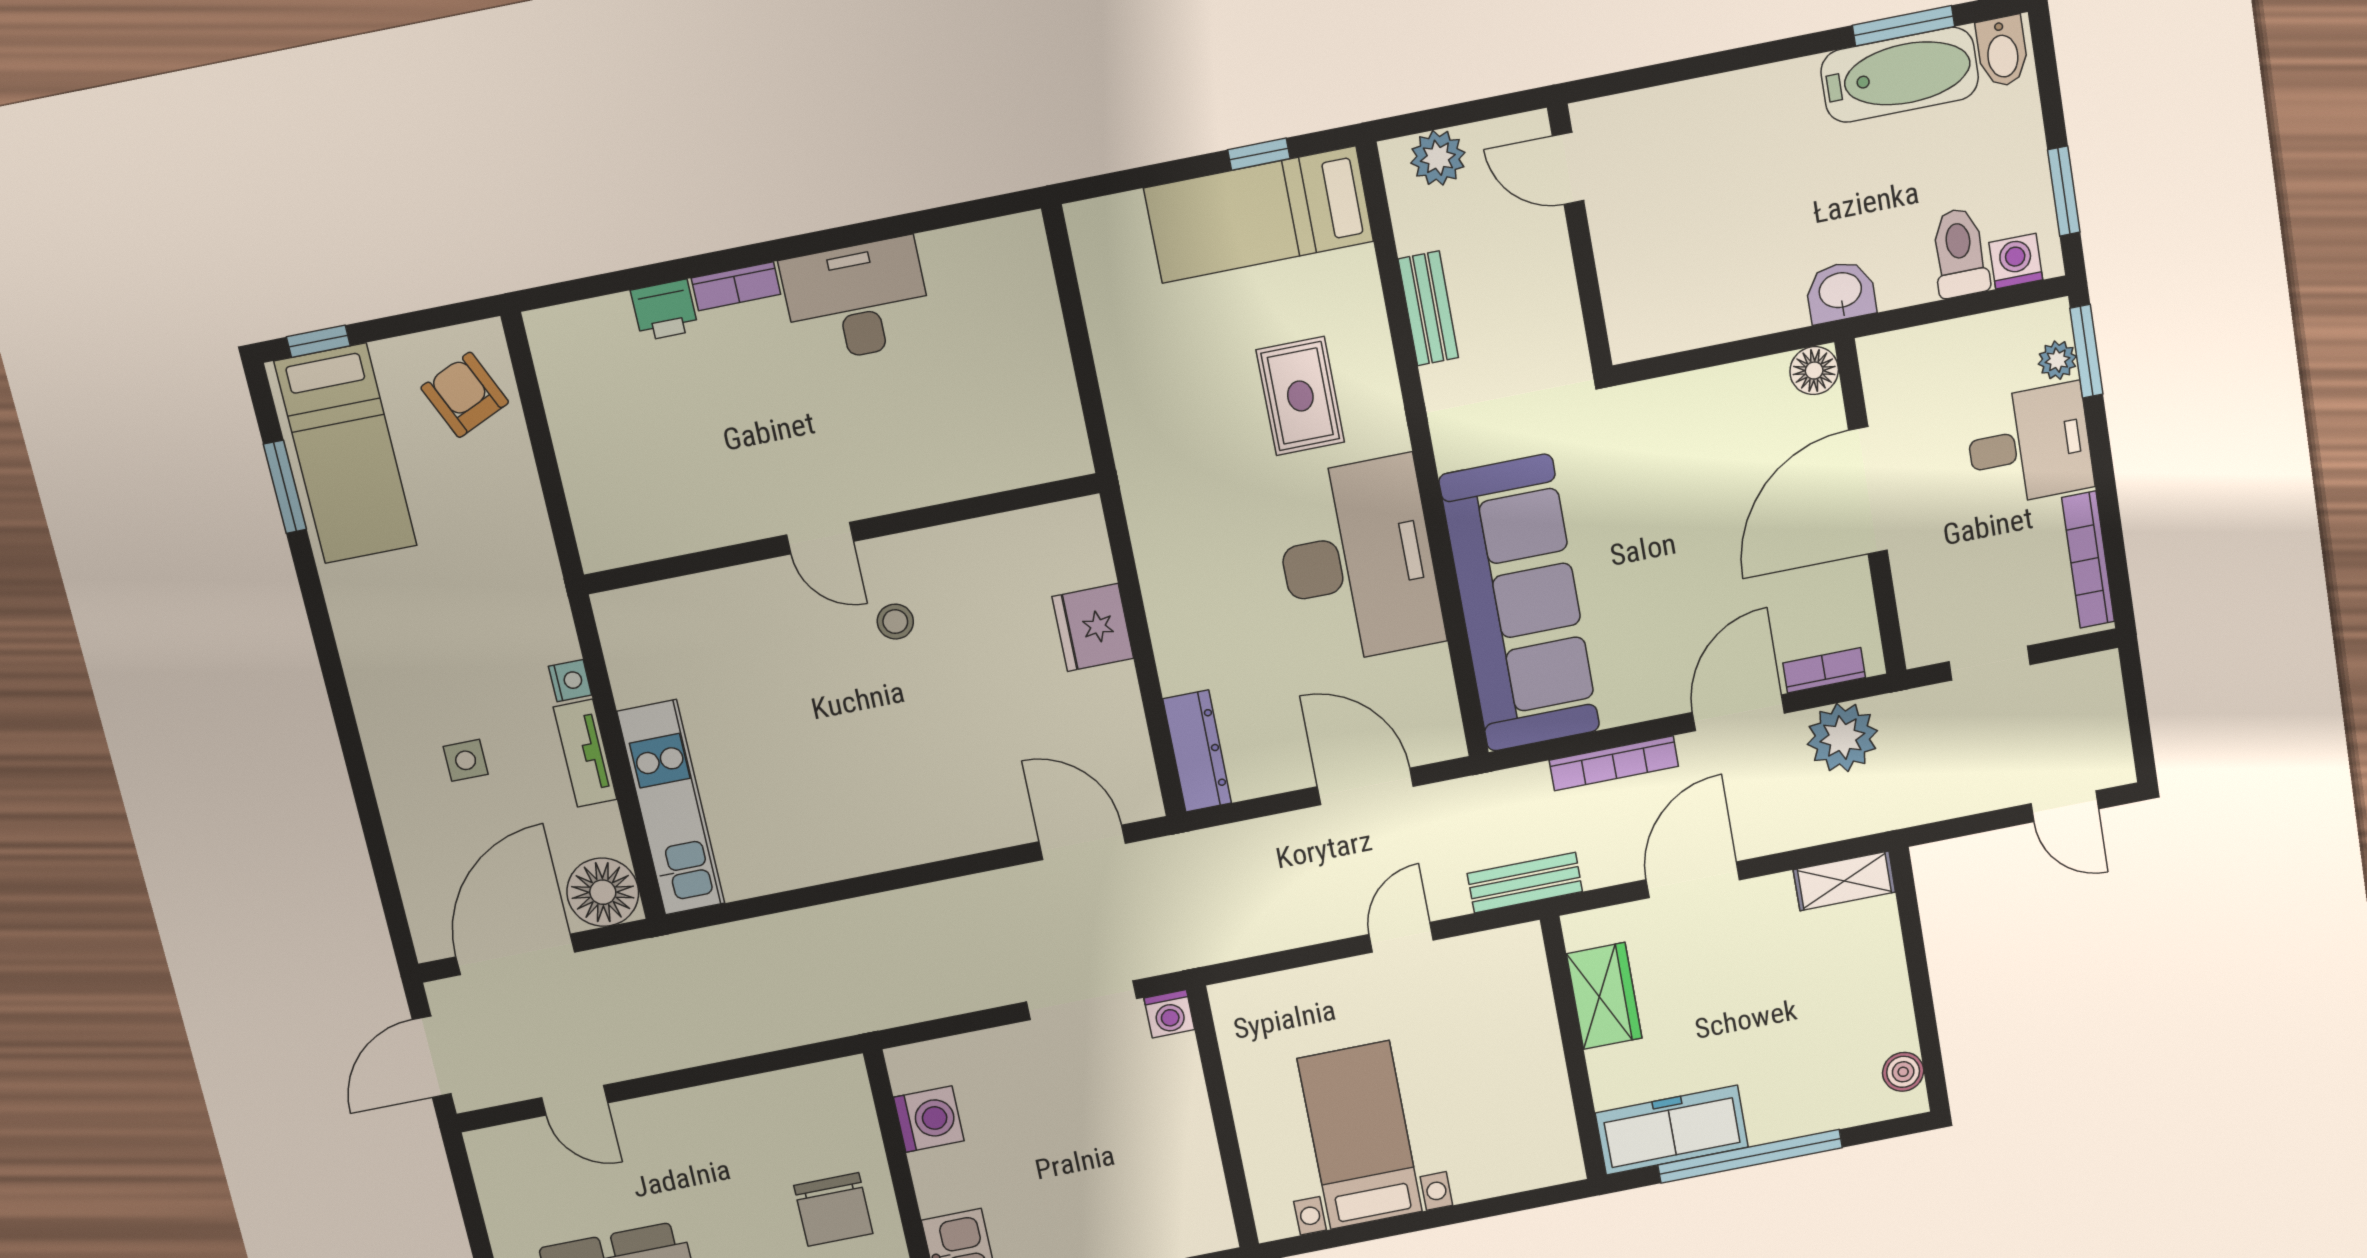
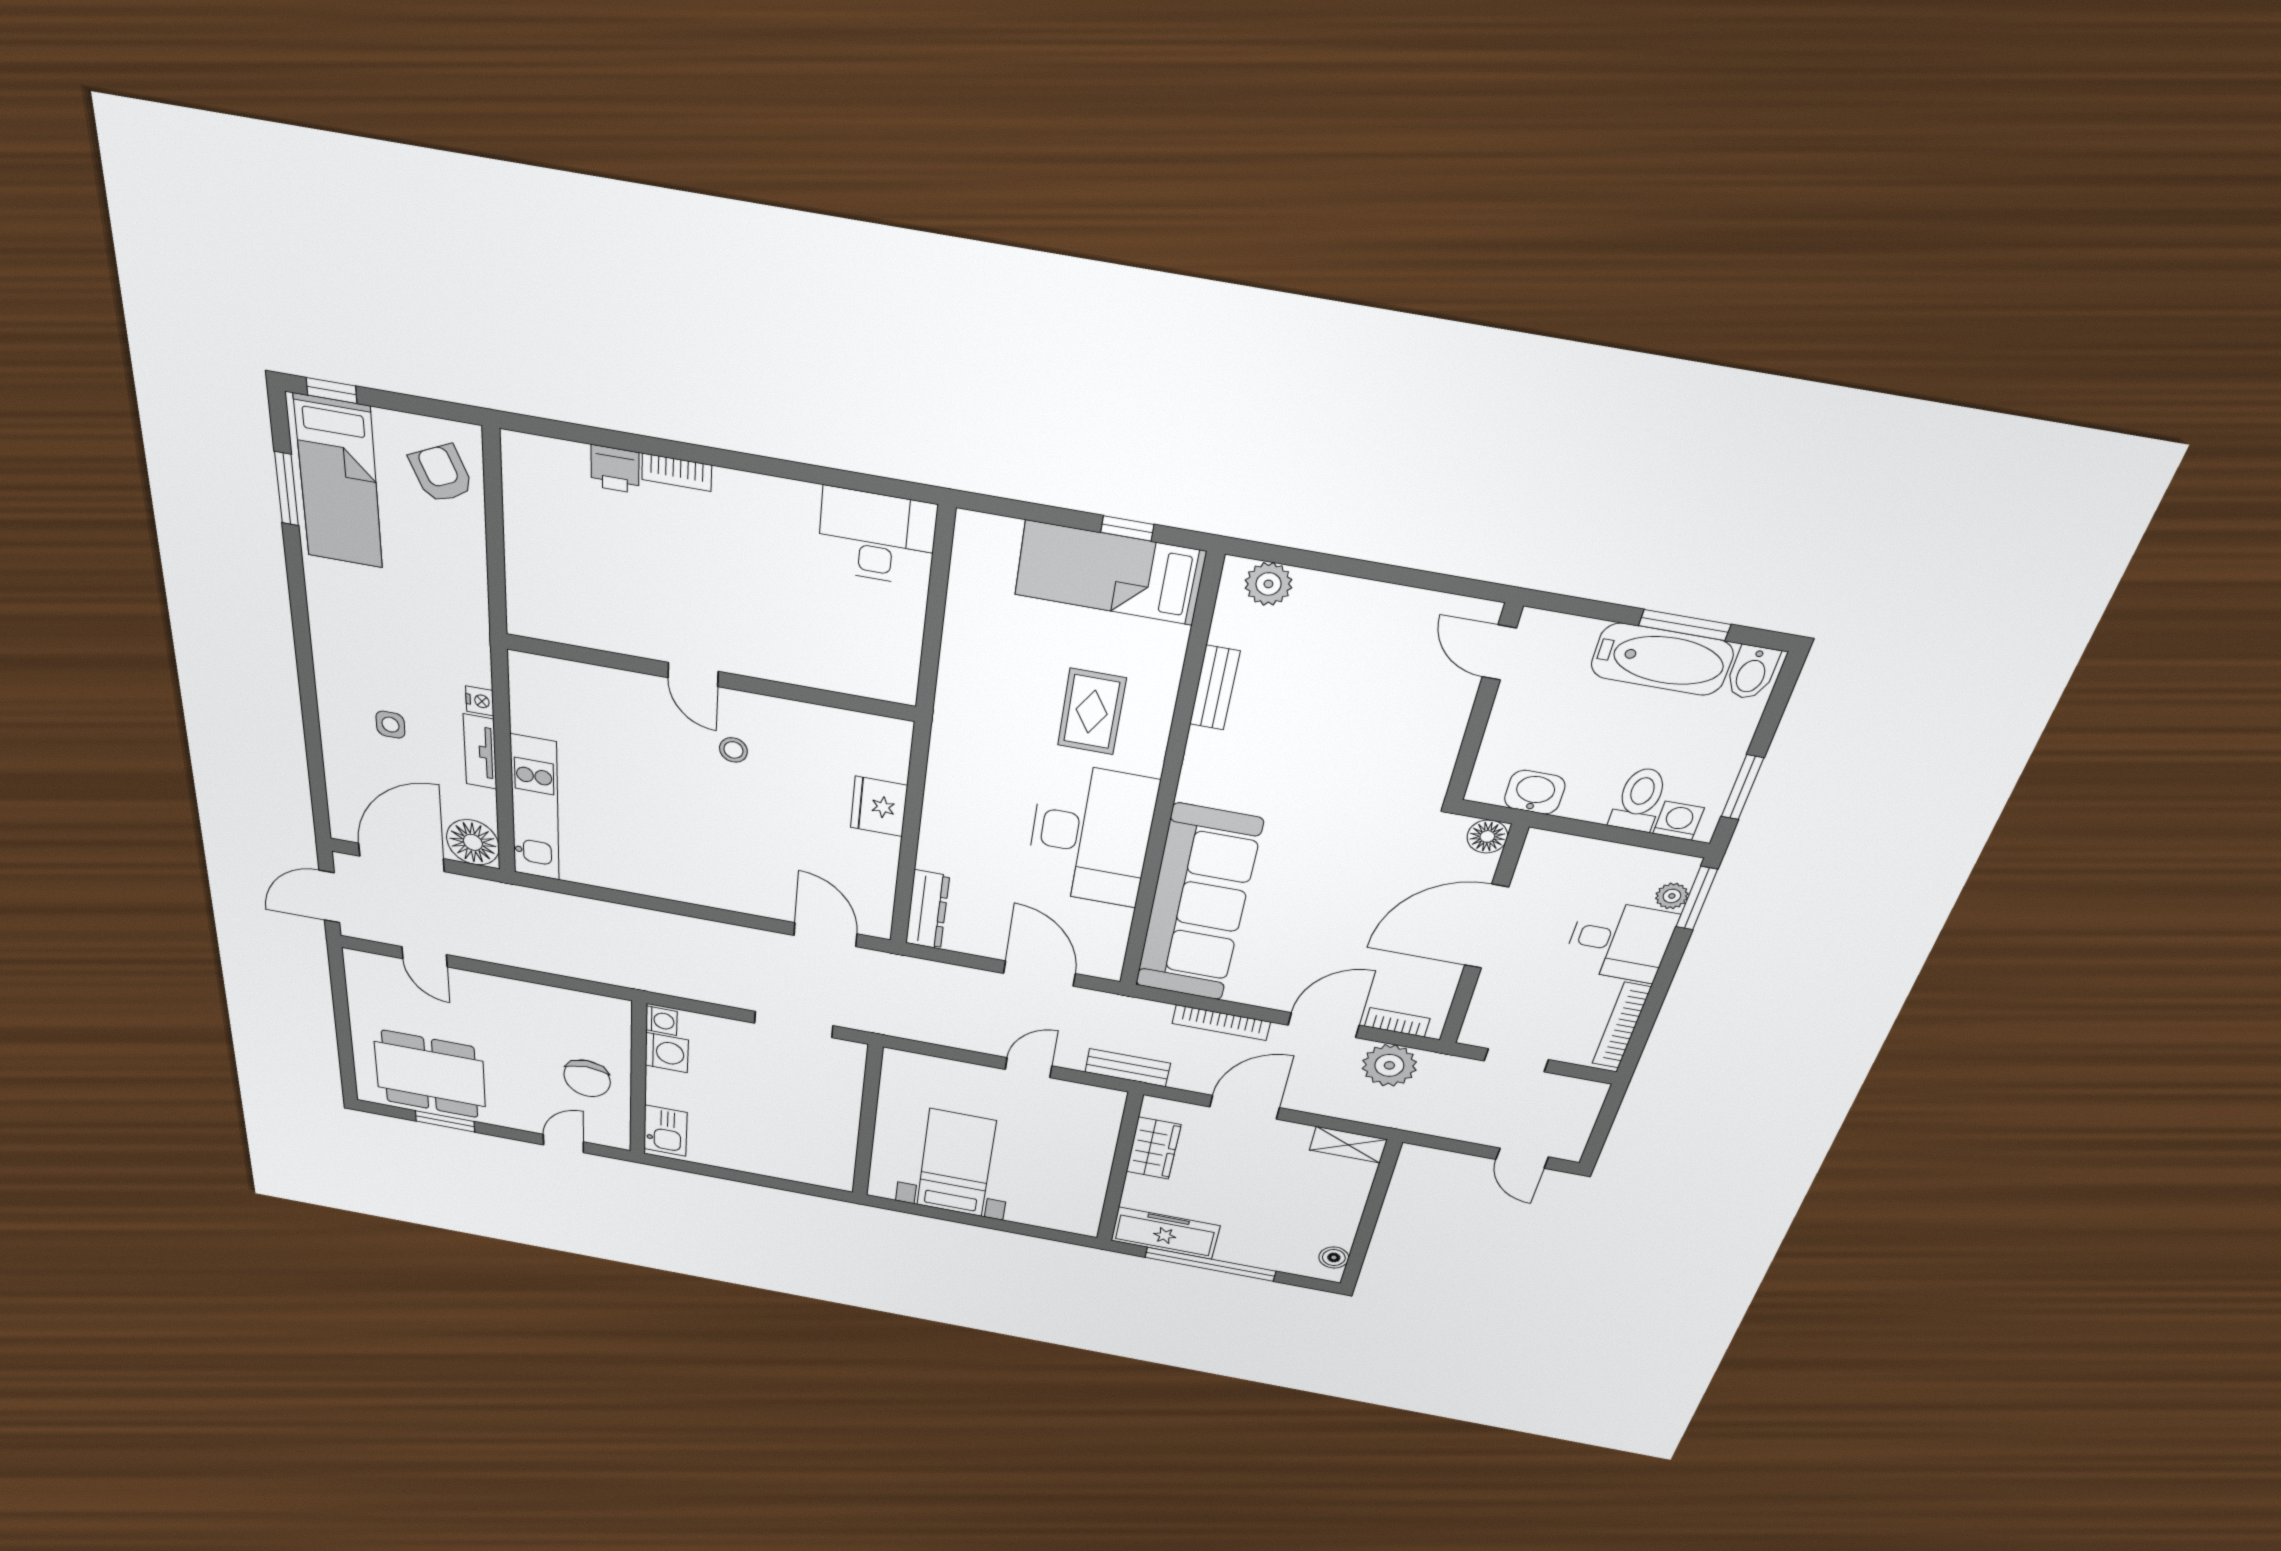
door: (1568, 168) -> (1499, 653), moved
wall: (1580, 238) -> (1483, 705), moved
desk: (857, 300) -> (877, 537), moved
washing machine: (1169, 1014) -> (662, 1021), moved, turned -90

